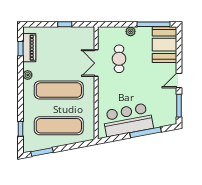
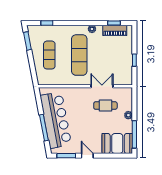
bar counter: (128, 120) -> (56, 120), width x1.36
exercise mat: (59, 126) -> (49, 55), width x0.73, depth x0.69

